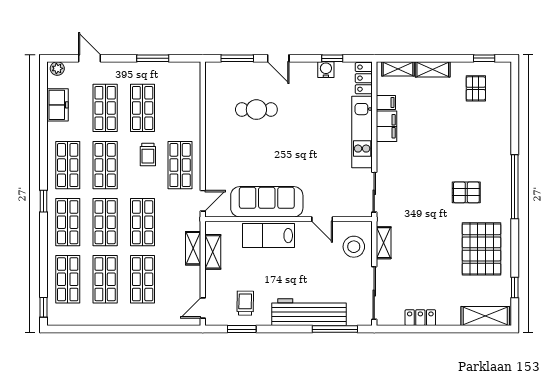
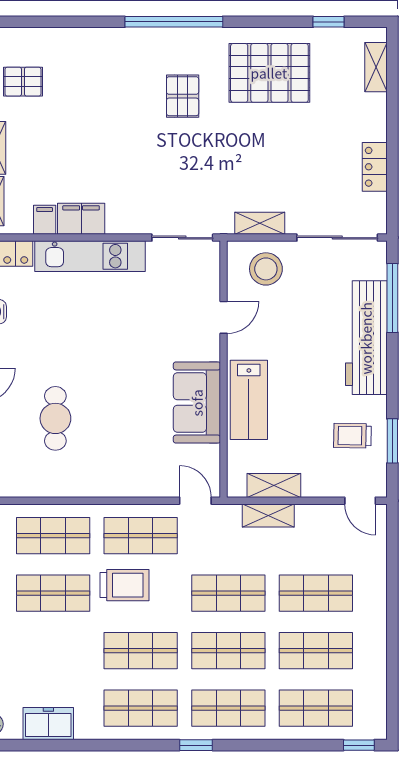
shop shelf: (105, 108) -> (53, 536), moved
trolley: (148, 154) -> (124, 585), width x1.36, depth x1.39
sofa: (267, 202) -> (197, 403), width x0.73
shelving: (485, 316) -> (376, 67), width x0.67, depth x0.75

